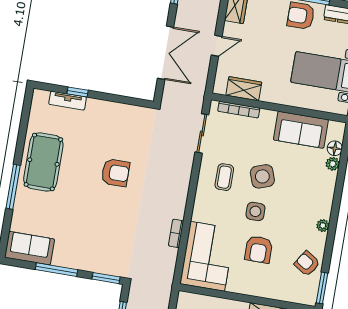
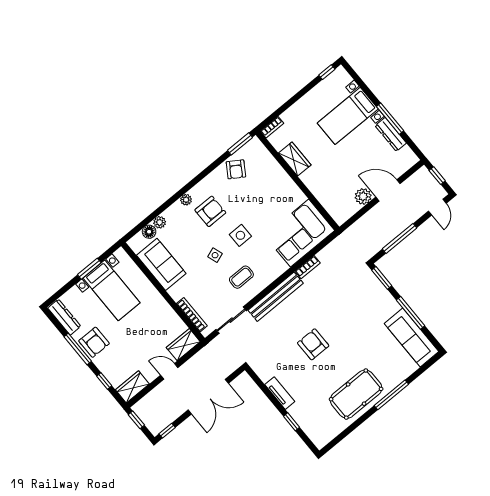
double door: (166, 53) -> (208, 397), swing flipped
wardrobe: (244, 89) -> (183, 345), moved, turned 90
tv unit: (68, 101) -> (280, 393), moved
side table: (262, 176) -> (215, 255), width x0.54, depth x0.54
bench: (181, 185) -> (276, 297), added
plant: (323, 226) -> (186, 200), moved
sofa: (30, 248) -> (412, 338), width x1.36
armchair: (259, 249) -> (210, 211), moved

